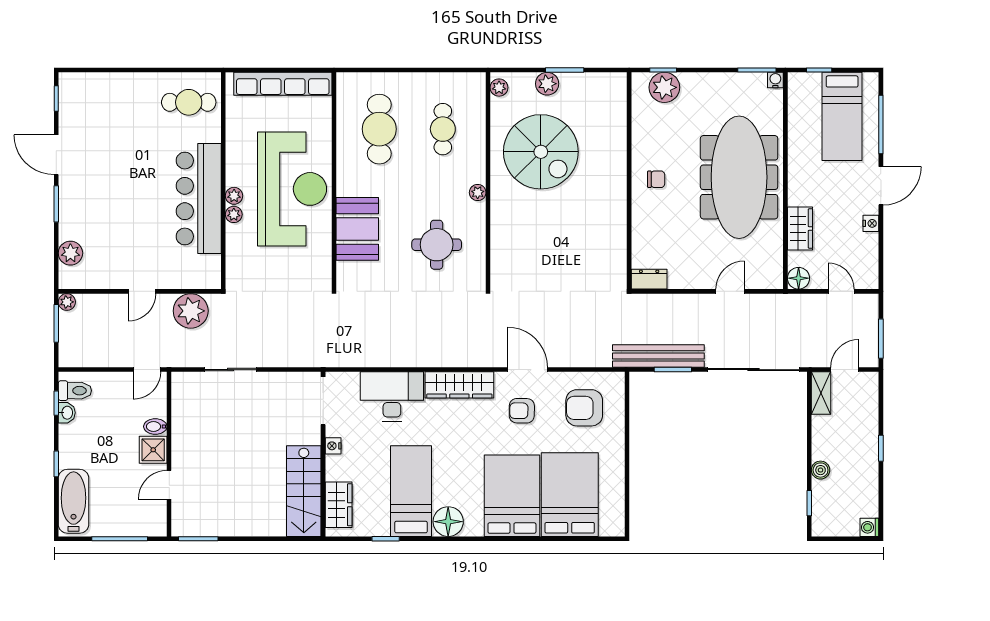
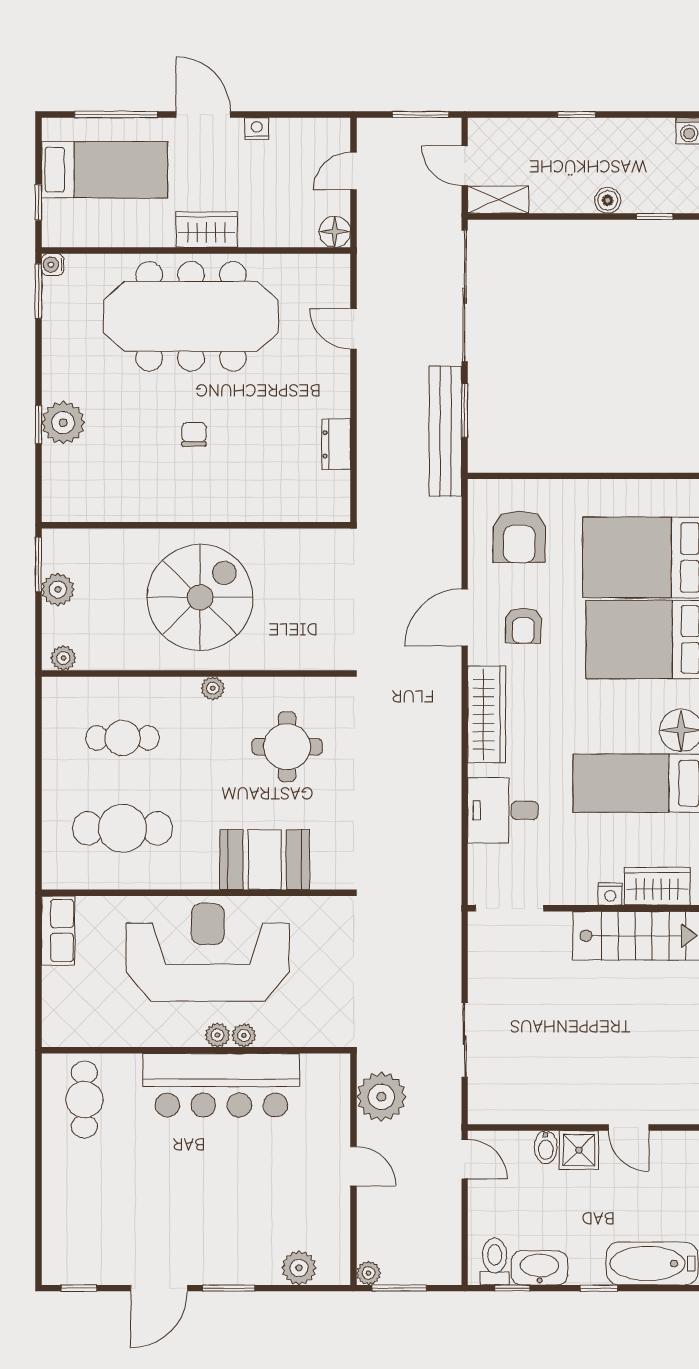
row of seats: (283, 84) -> (58, 930), width x0.50
spiral stairs: (541, 152) -> (200, 597), moved
wall: (629, 181) -> (196, 525), moved
wardrobe: (800, 229) -> (207, 230), moved
desk: (392, 396) -> (503, 810), width x0.73
washbasin: (67, 413) -> (540, 1268), width x1.91, depth x1.45
nightstand: (333, 446) -> (610, 894), moved

